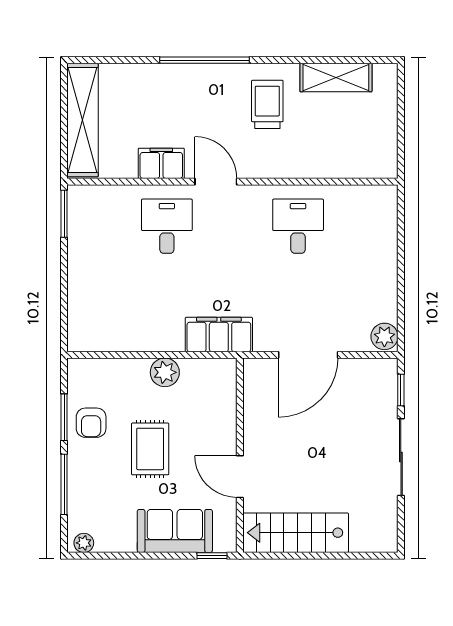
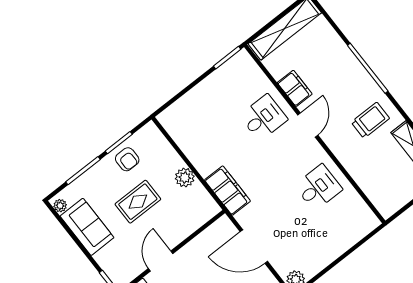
armchair: (91, 423) -> (127, 159), turned -90
sofa: (175, 531) -> (87, 227), moved

